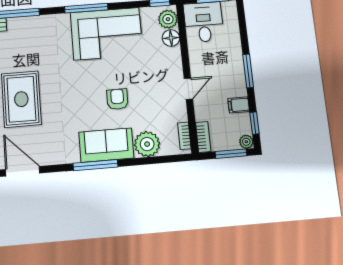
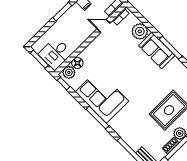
door: (188, 89) -> (104, 26), moved
armchair: (117, 99) -> (130, 64), removed

